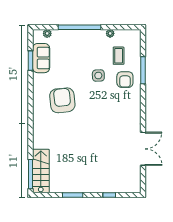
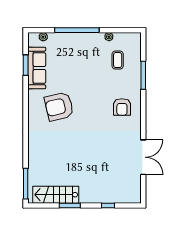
sofa: (41, 58) -> (37, 68), width x1.36
side table: (98, 76) -> (97, 81), removed
armchair: (125, 80) -> (122, 107), moved
armchair: (62, 100) -> (59, 107), turned -97
stairs: (41, 171) -> (56, 195), moved, turned -90

